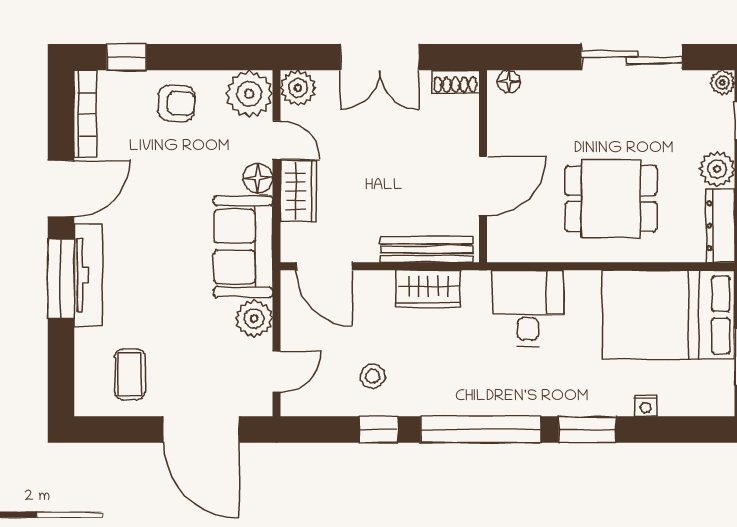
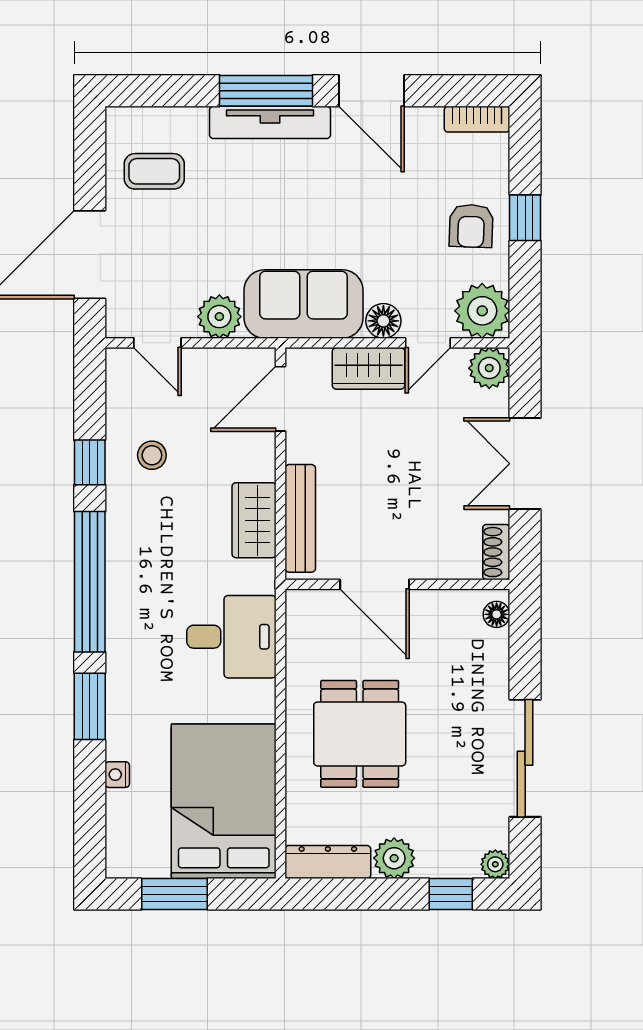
window: (127, 57) -> (525, 218), moved
bookcase: (85, 114) -> (477, 119), width x0.64

